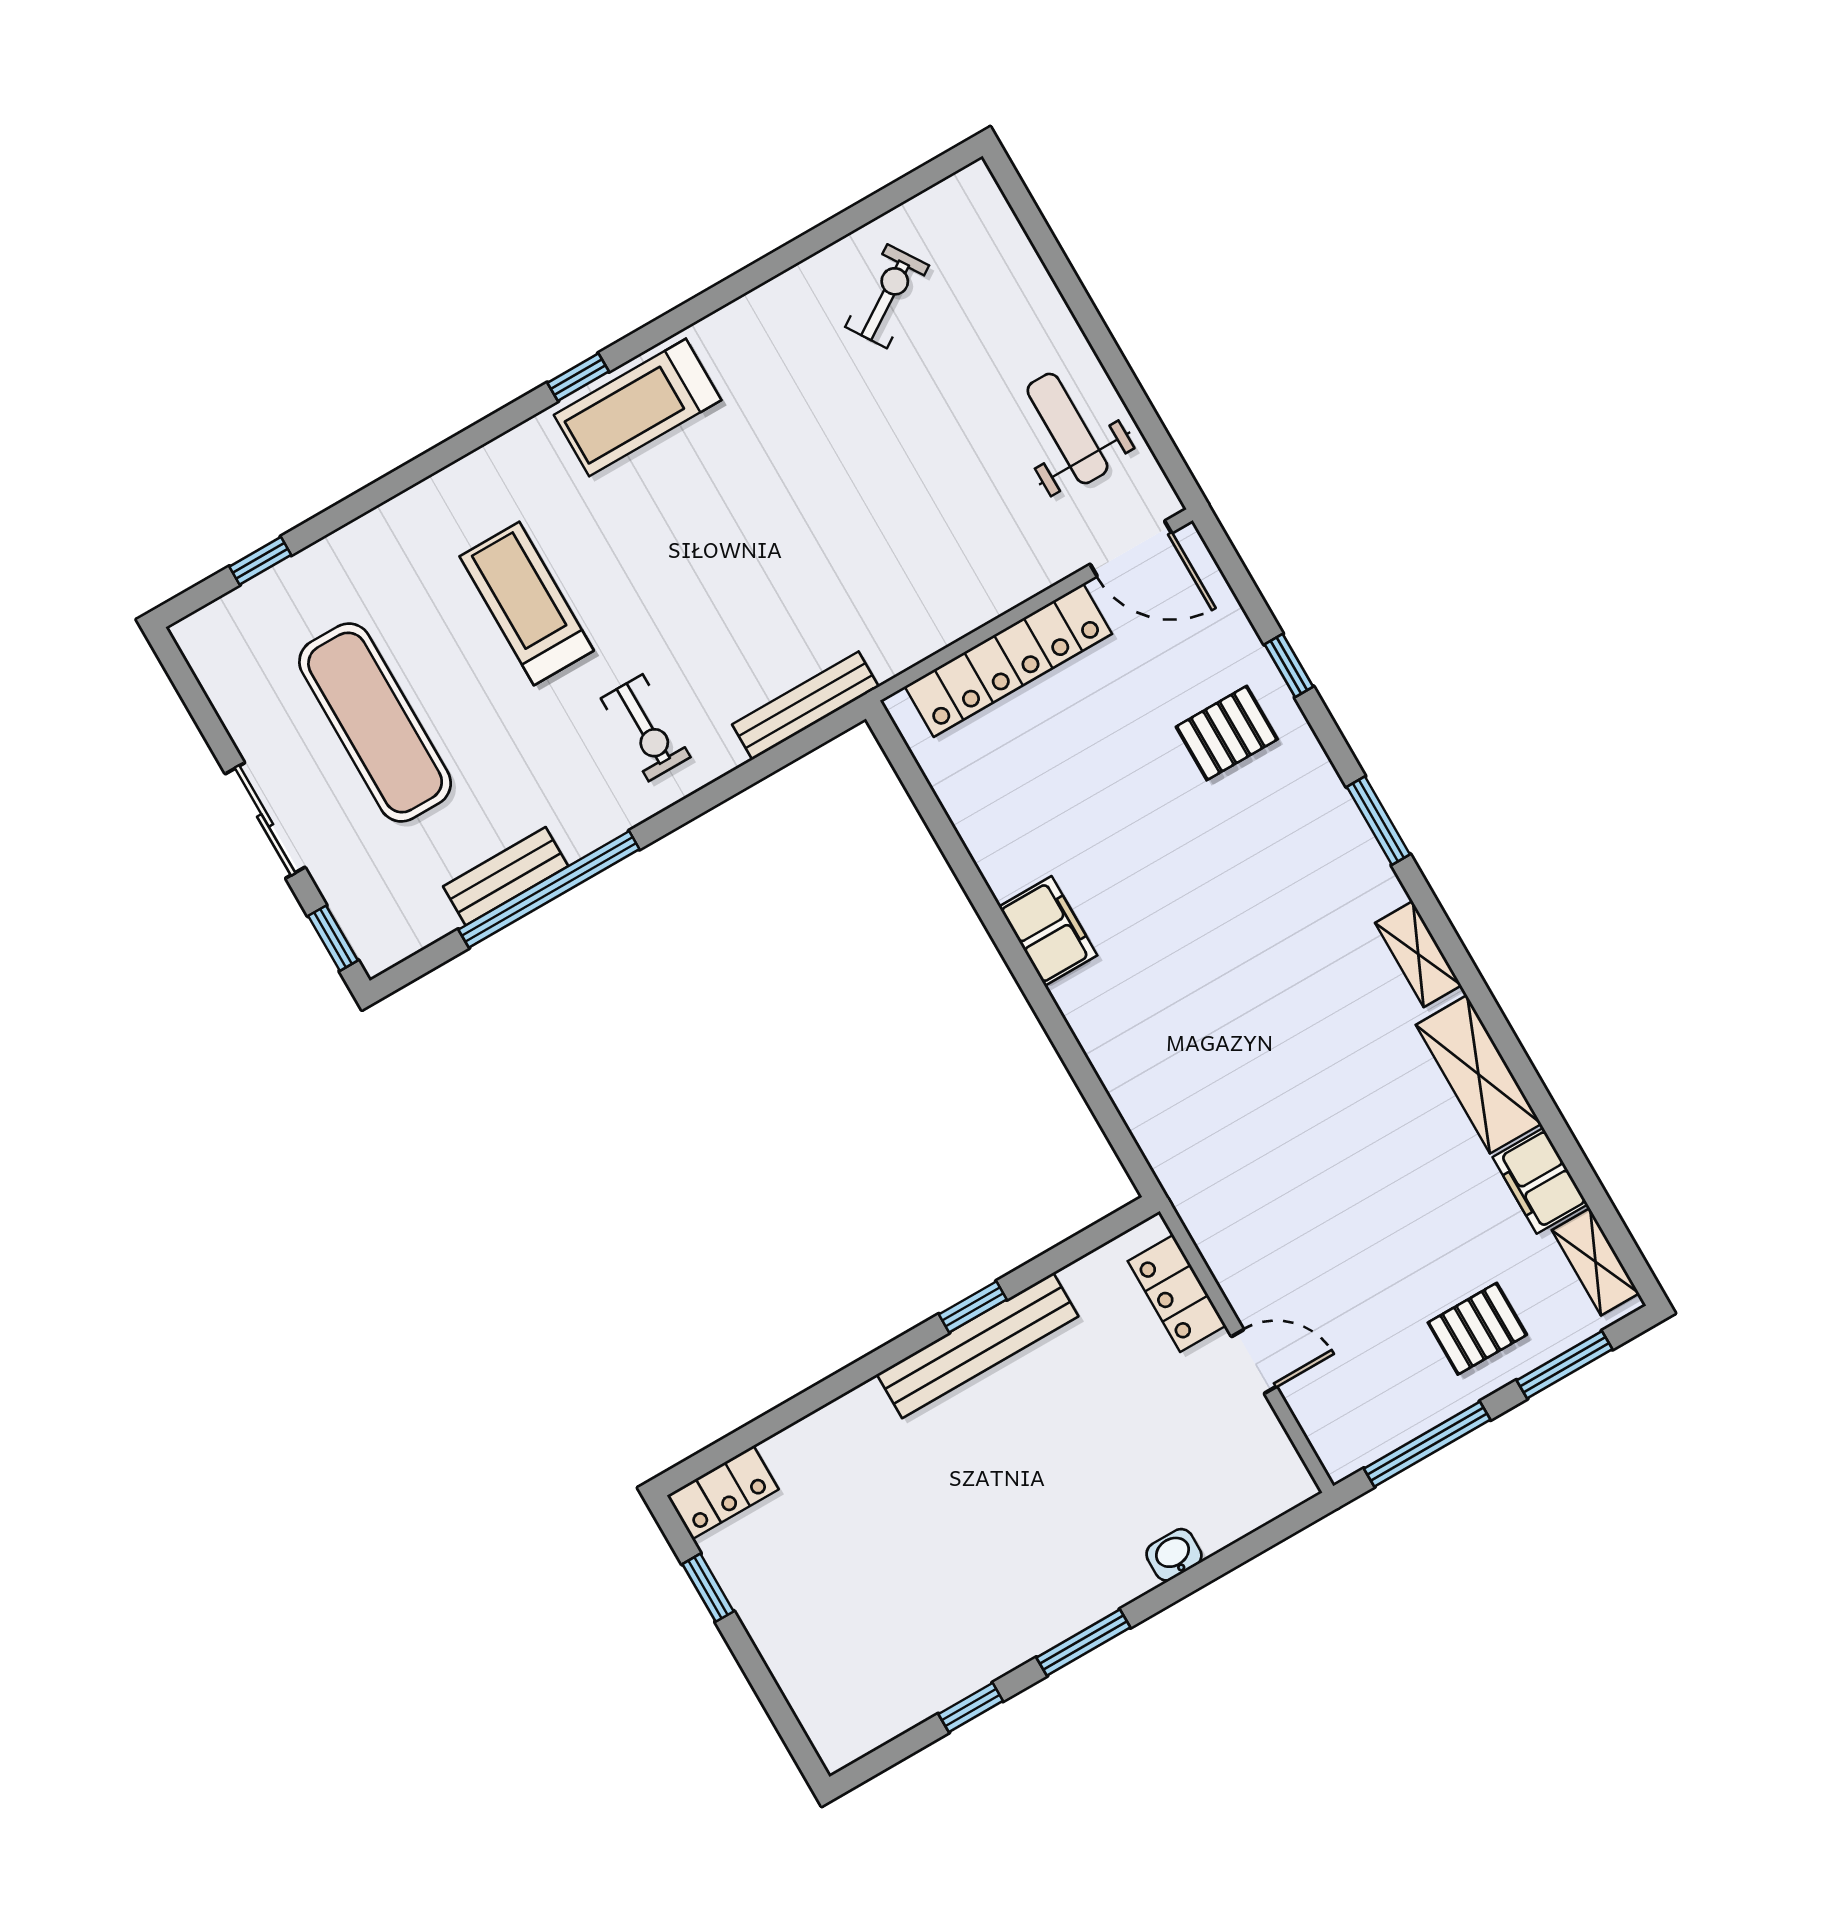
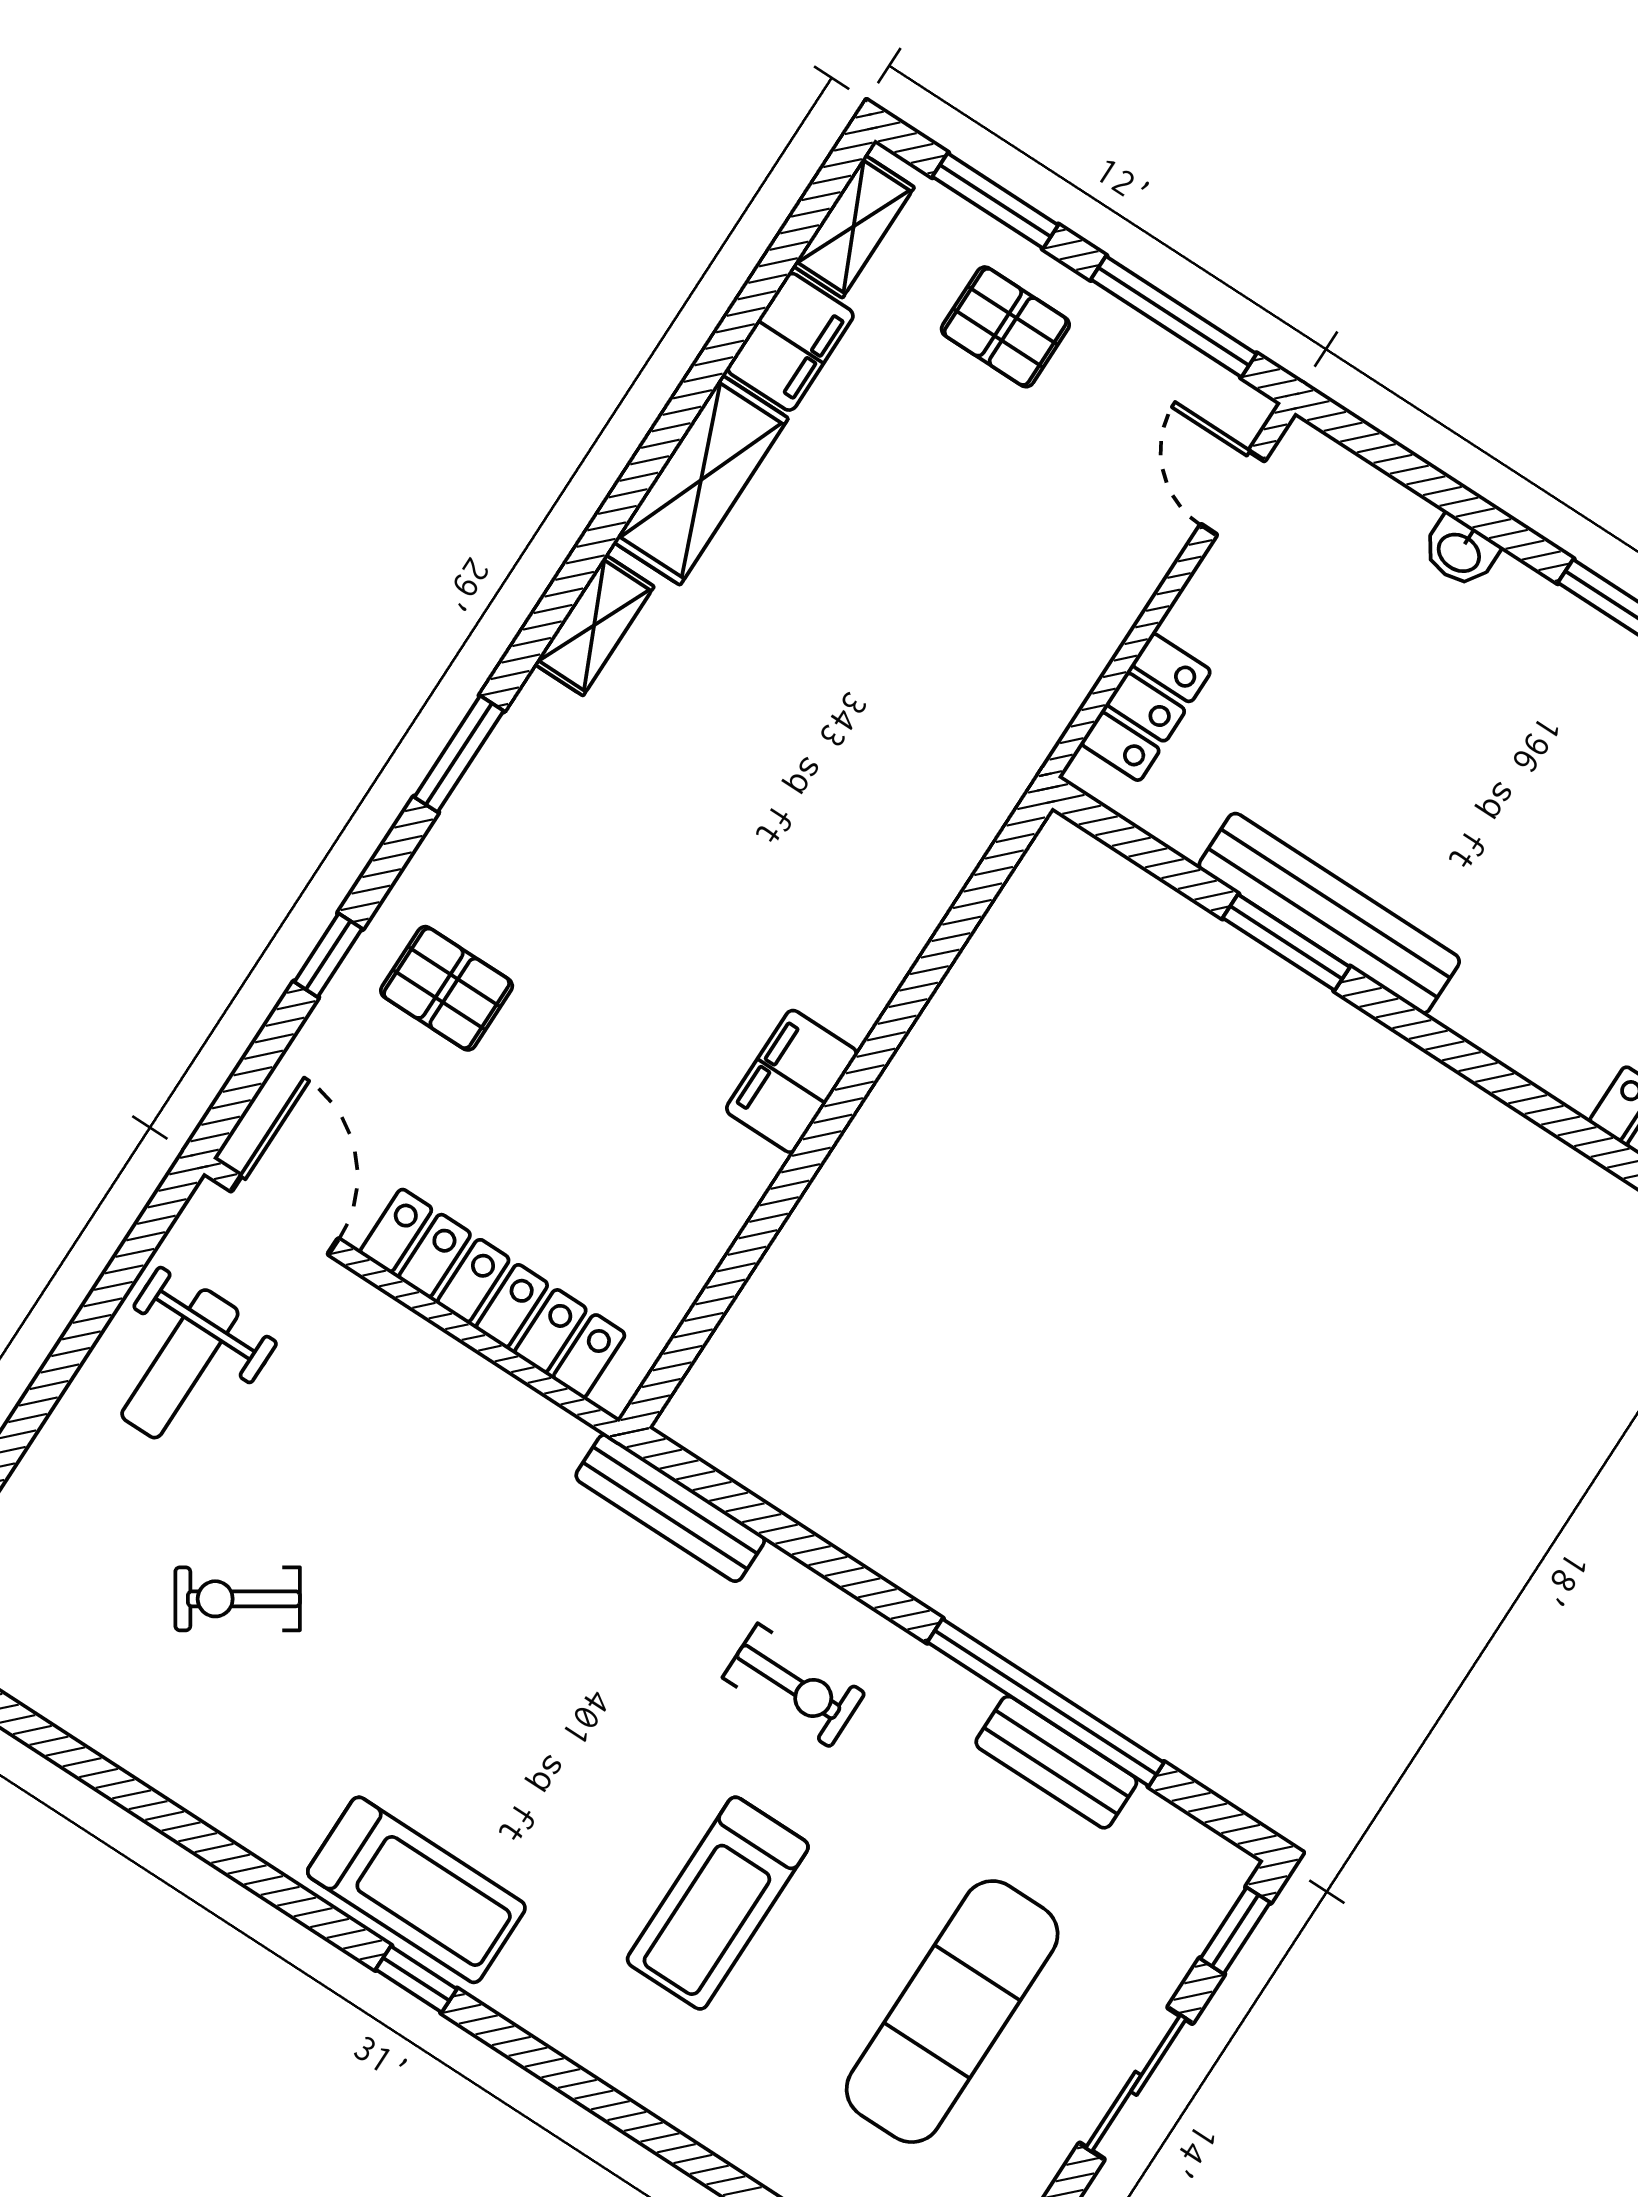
exercise bike: (887, 296) -> (238, 1599), moved
exercise bike: (646, 728) -> (794, 1685), turned 90
window: (973, 1307) -> (1286, 942), width x1.50
door: (1254, 1362) -> (1233, 493), moved

